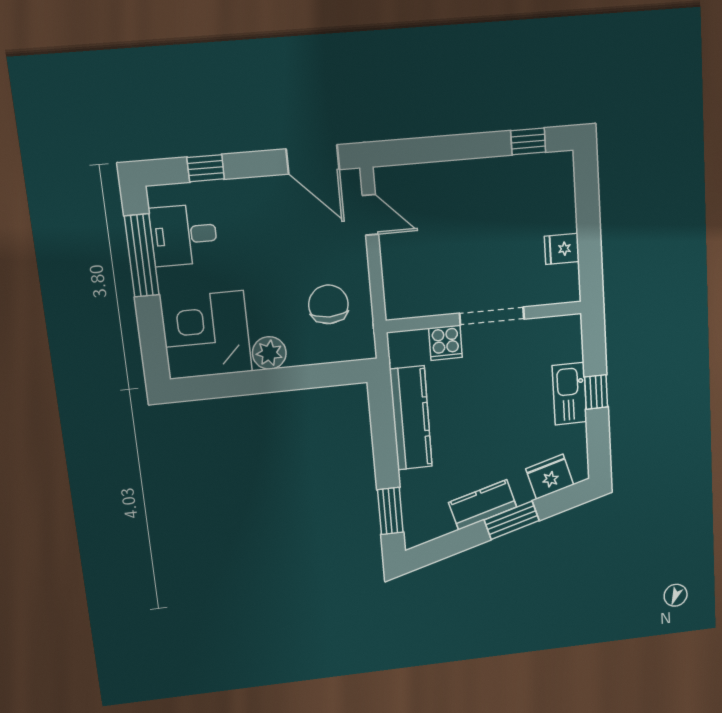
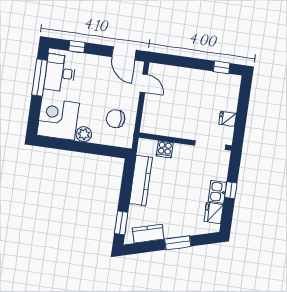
desk: (184, 235) -> (60, 73), width x1.37
chair: (328, 304) -> (116, 119), turned -90
doorway: (492, 316) -> (210, 145), moved
kitchen sink: (570, 394) -> (217, 192), width x0.73
fridge: (550, 477) -> (214, 213), moved, turned -74
kitchen counter: (483, 505) -> (148, 234), moved

